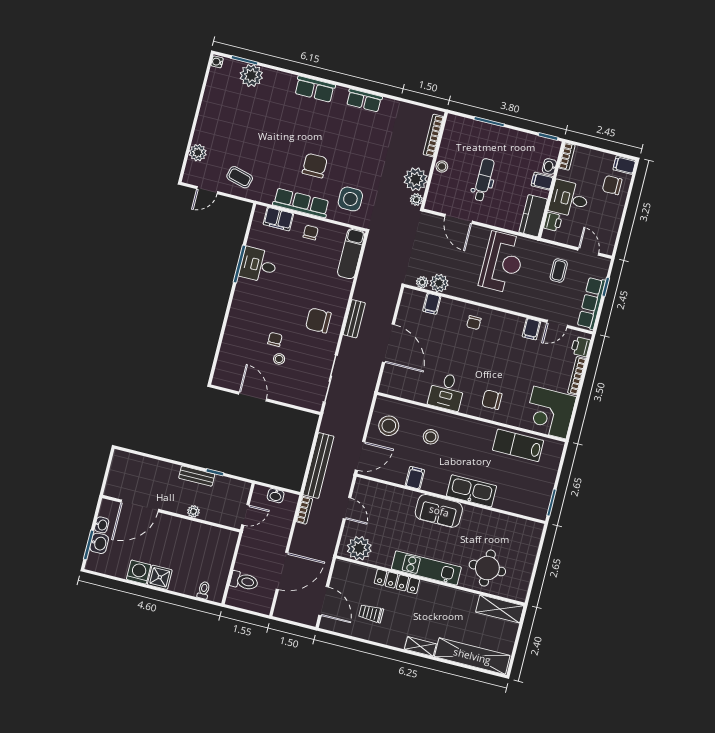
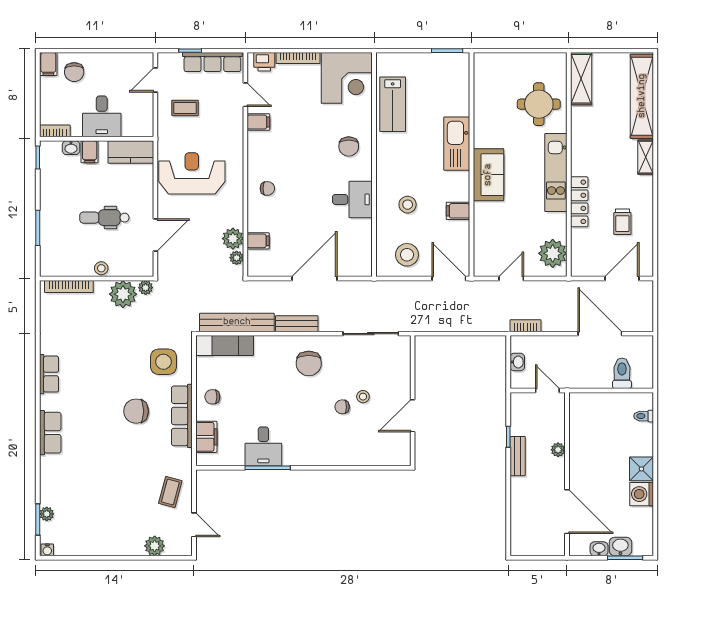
plant: (251, 76) -> (47, 514), width x0.53, depth x0.53
printer: (553, 222) -> (132, 128), removed
bench: (318, 466) -> (237, 322), moved

